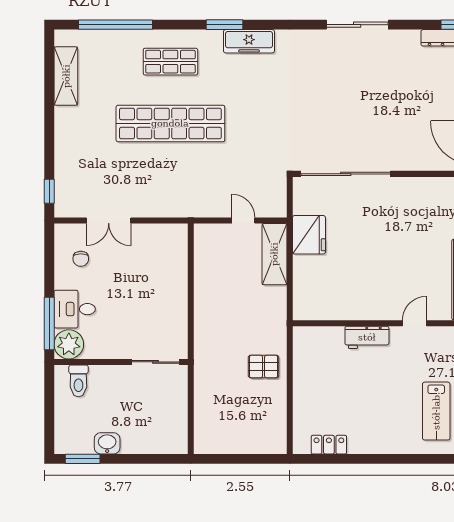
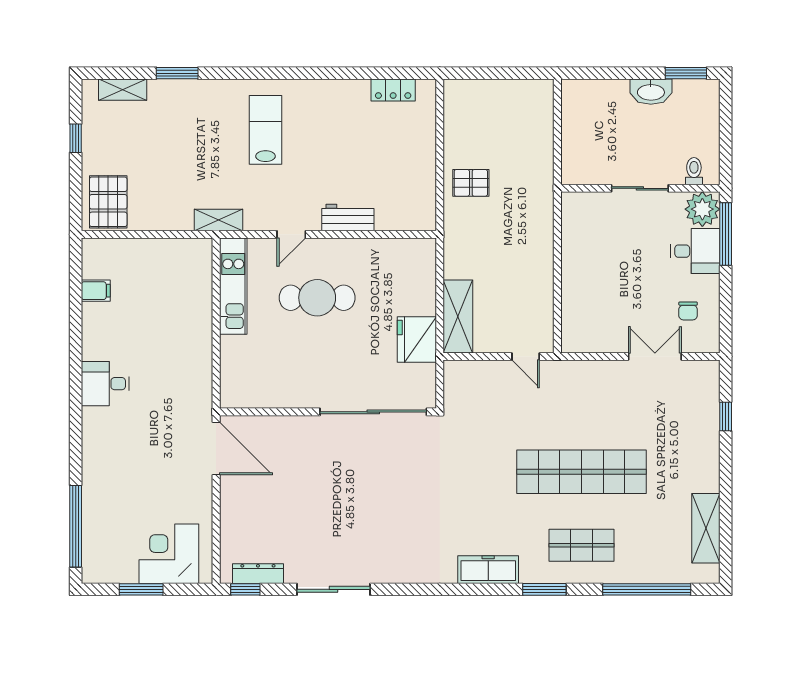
window: (225, 25) -> (544, 589), moved
sliding door: (357, 25) -> (334, 589), moved
window: (49, 191) -> (726, 416), moved
door: (243, 220) -> (526, 357), moved
chair: (81, 259) -> (688, 311), turned 180
cafe table: (393, 270) -> (317, 298), added
sliding door: (155, 362) -> (640, 188), moved
toilet: (78, 381) -> (694, 171), width x0.73, depth x0.72
washbasin: (107, 443) -> (651, 92), width x1.38

